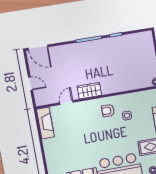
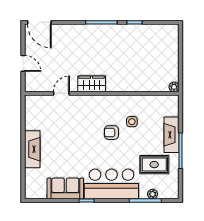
armchair: (108, 111) -> (111, 133), moved
fireplace: (45, 123) -> (32, 149), moved

